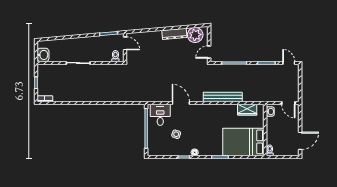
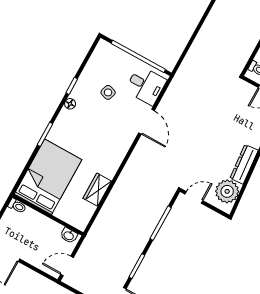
door: (209, 52) -> (194, 197), hinge flipped
bench: (223, 97) -> (124, 182), removed
door: (181, 103) -> (147, 122), hinge flipped
wardrobe: (247, 110) -> (97, 190), moved

